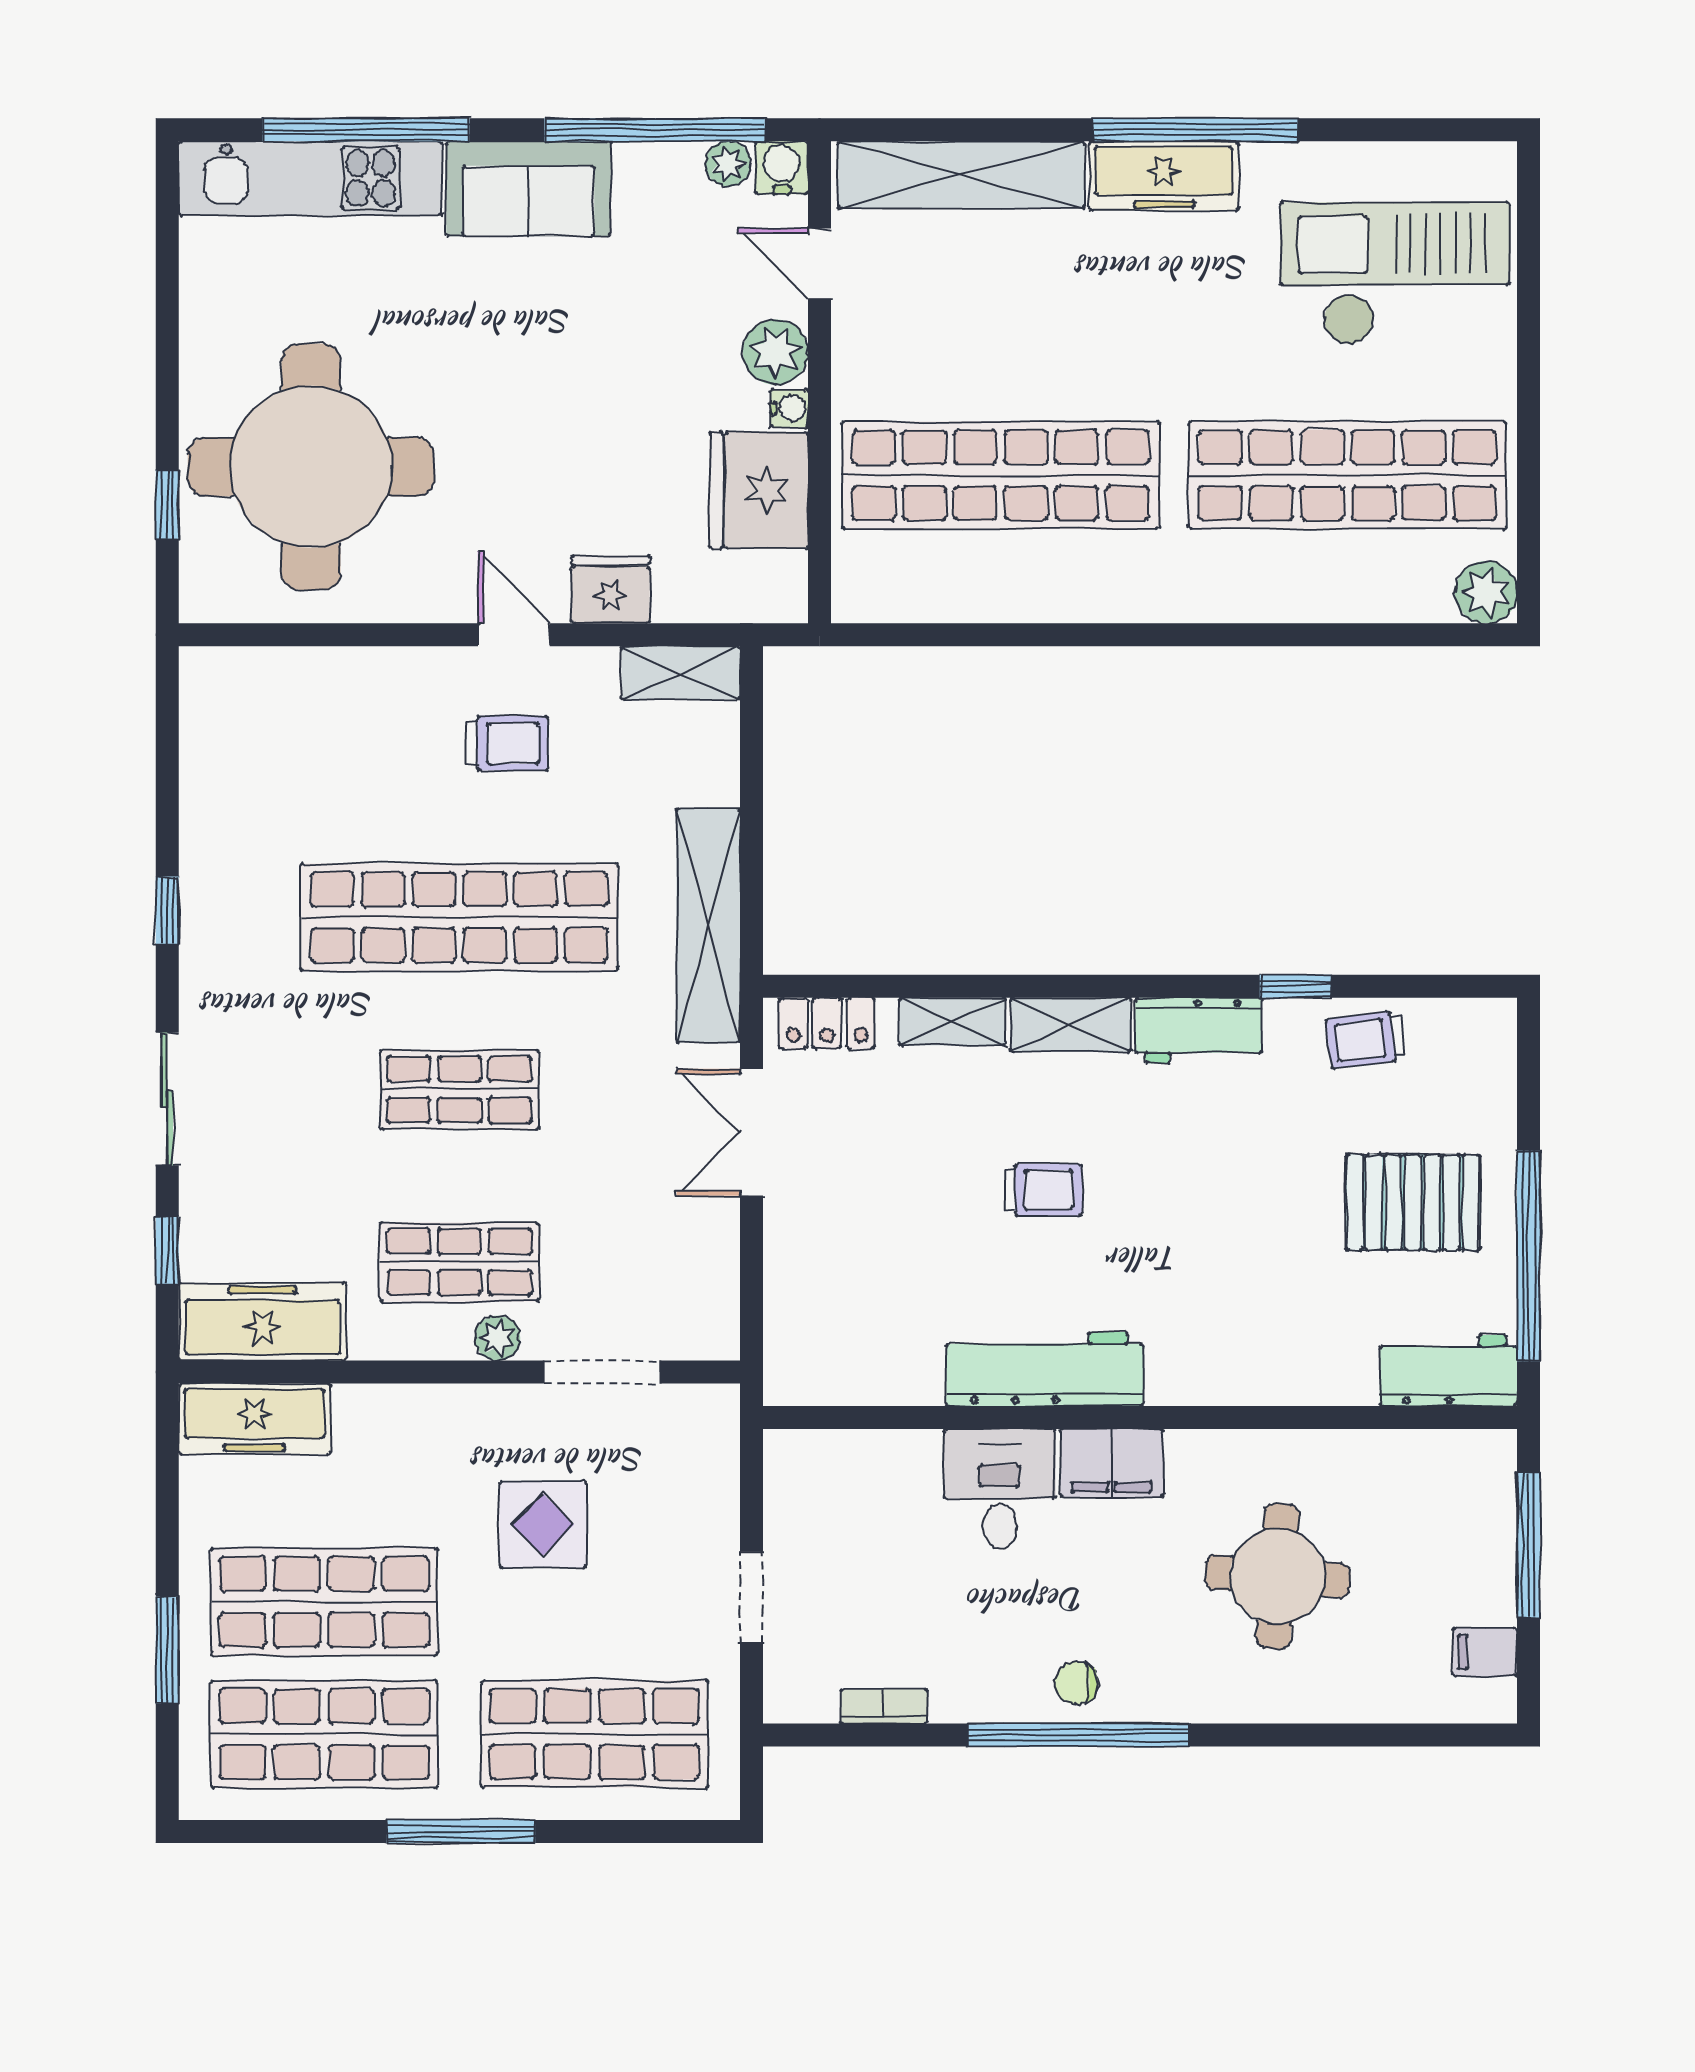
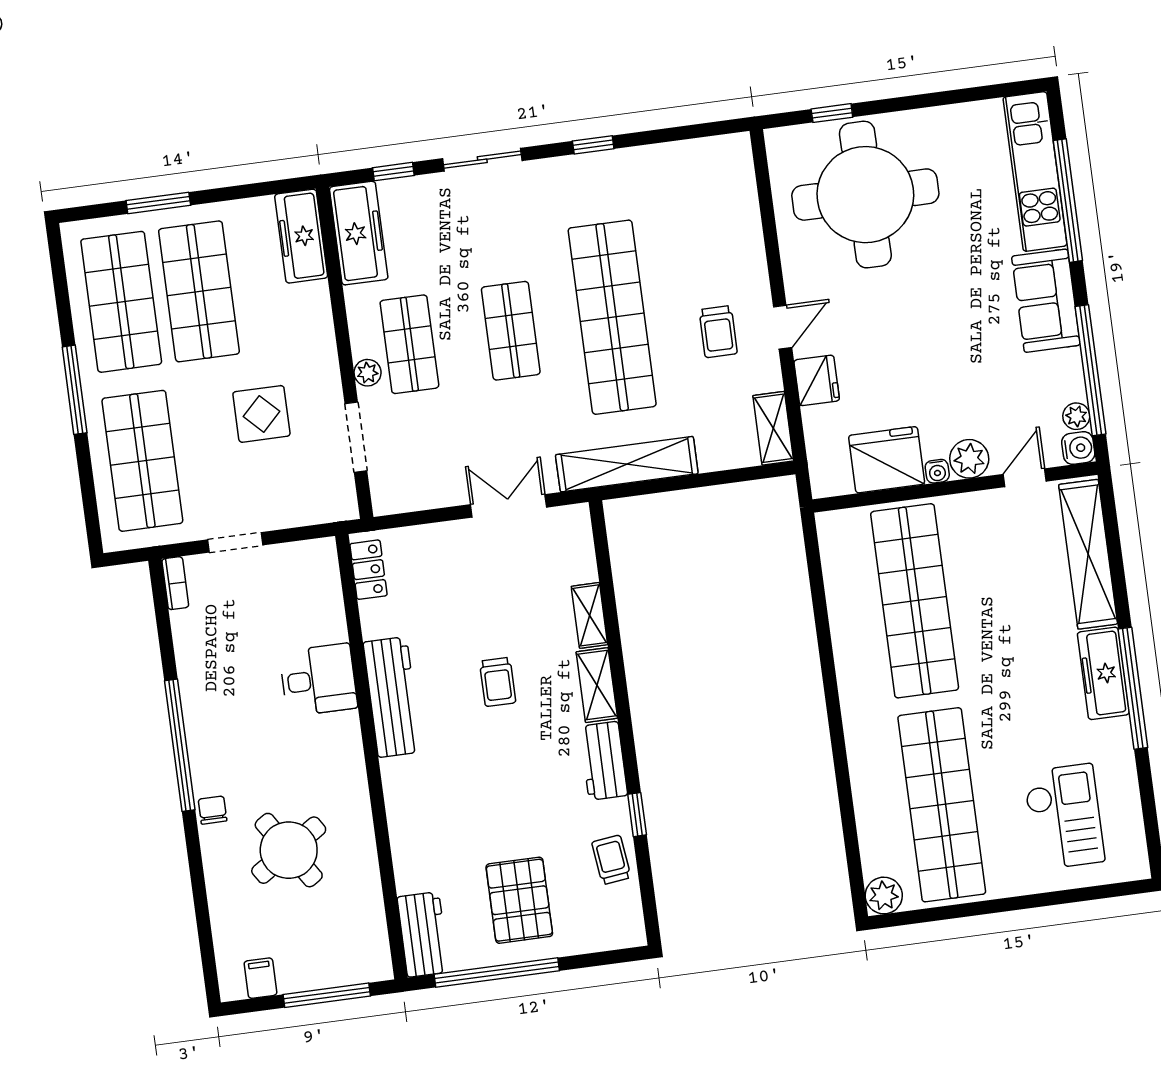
checkout: (1395, 273) -> (1064, 817), width x0.73, depth x0.83
locker: (827, 1023) -> (368, 570), moved, turned 180
filing cabinet: (1112, 1463) -> (342, 744), removed
round table: (1278, 1576) -> (289, 850), turned -37
chair: (1077, 1683) -> (213, 810), moved
bookcase: (884, 1706) -> (175, 583), moved

